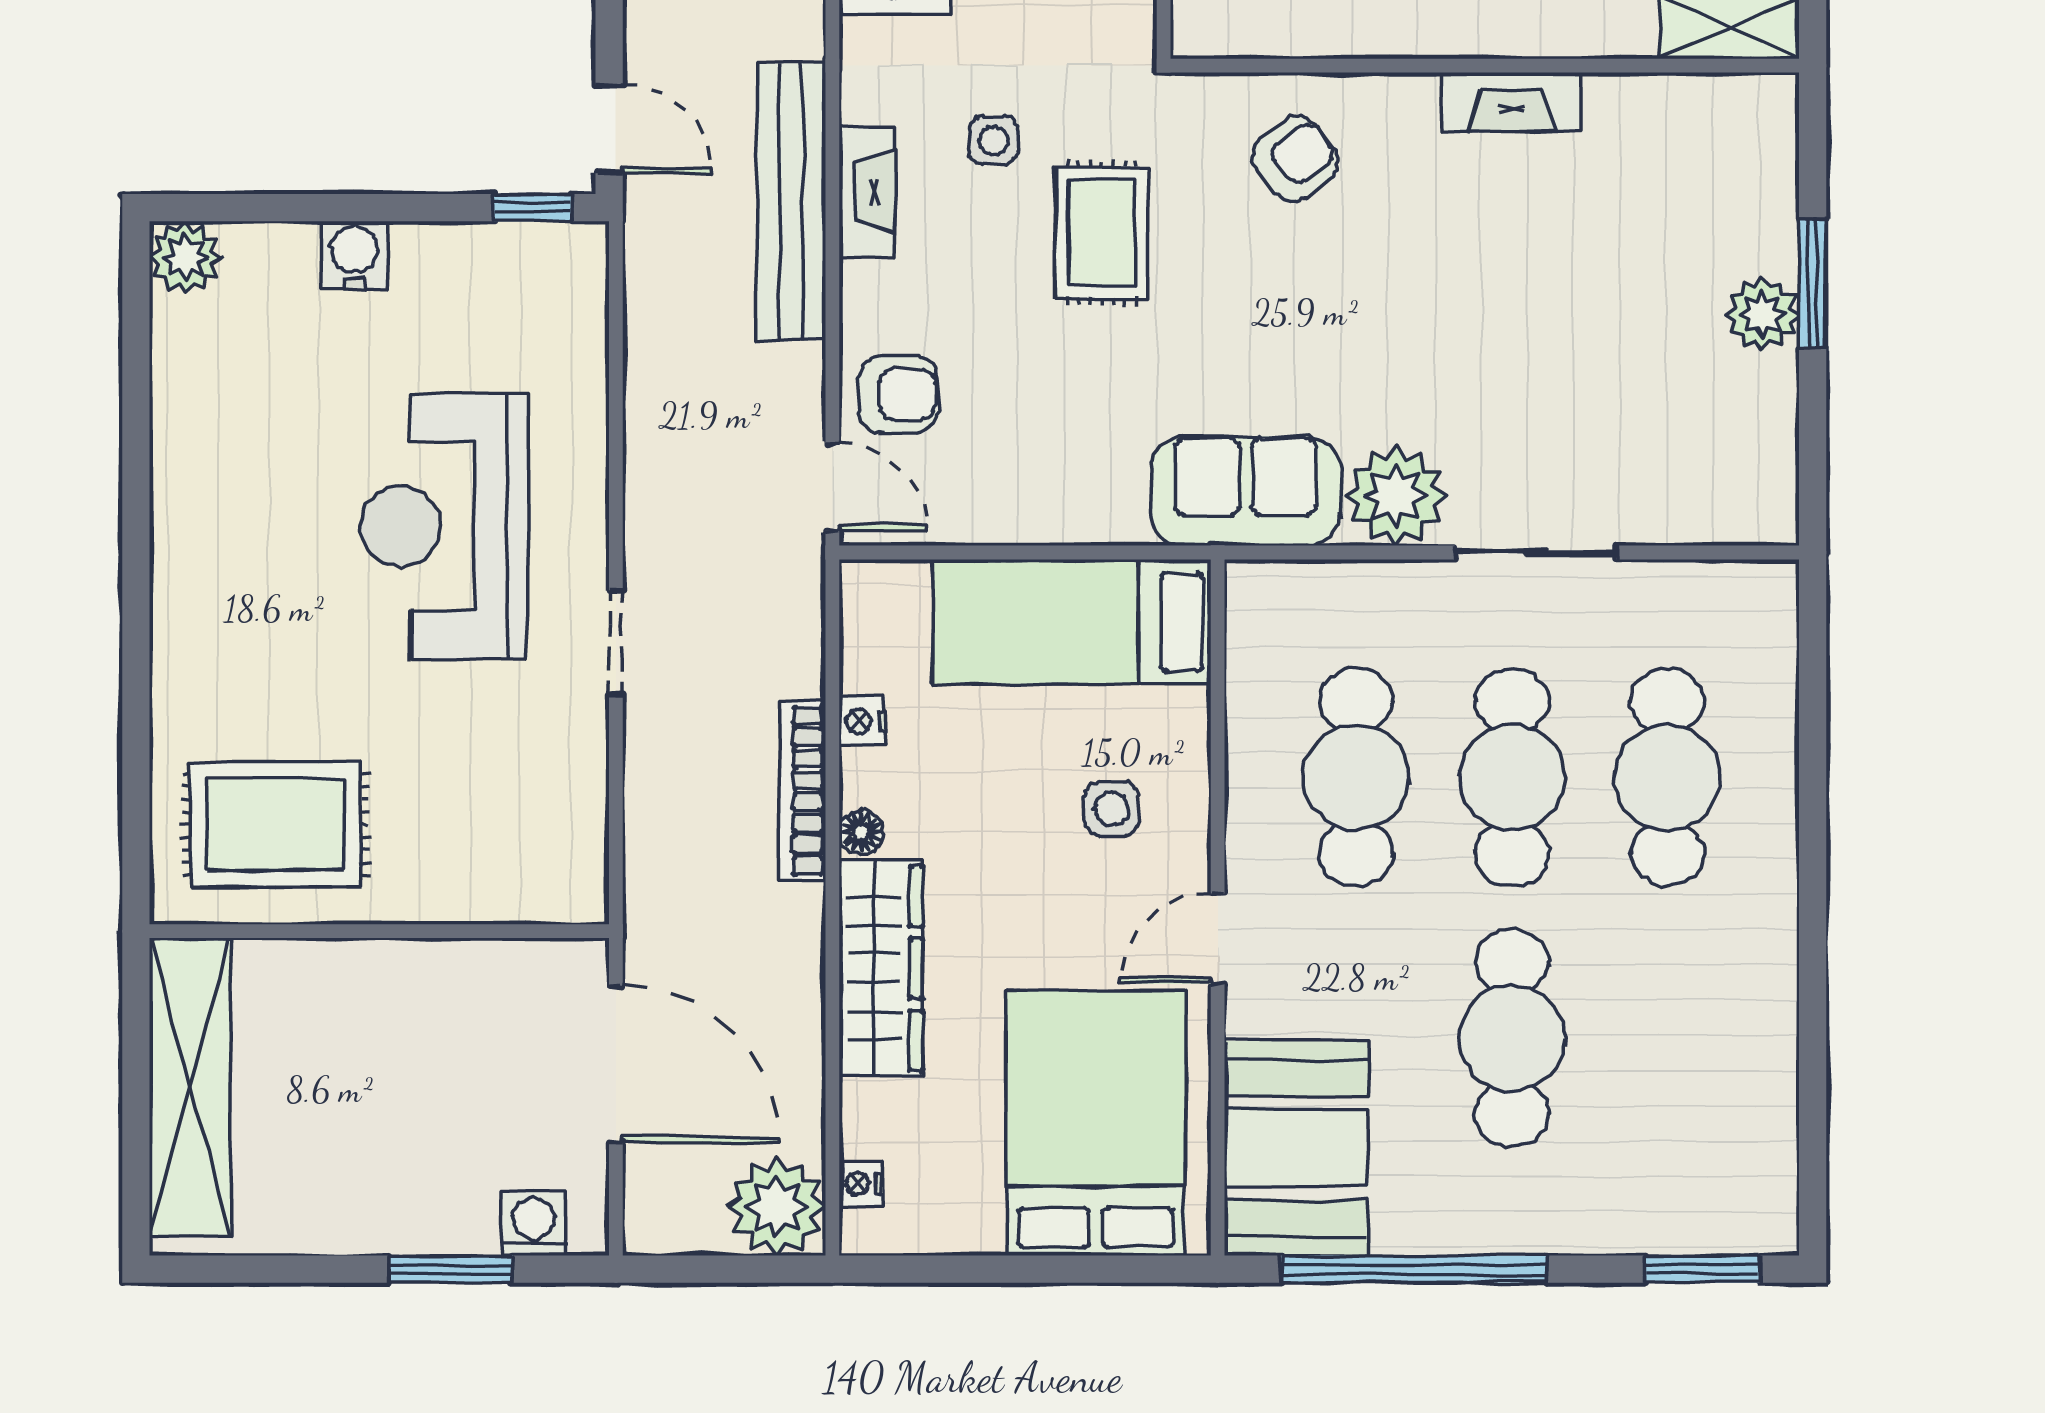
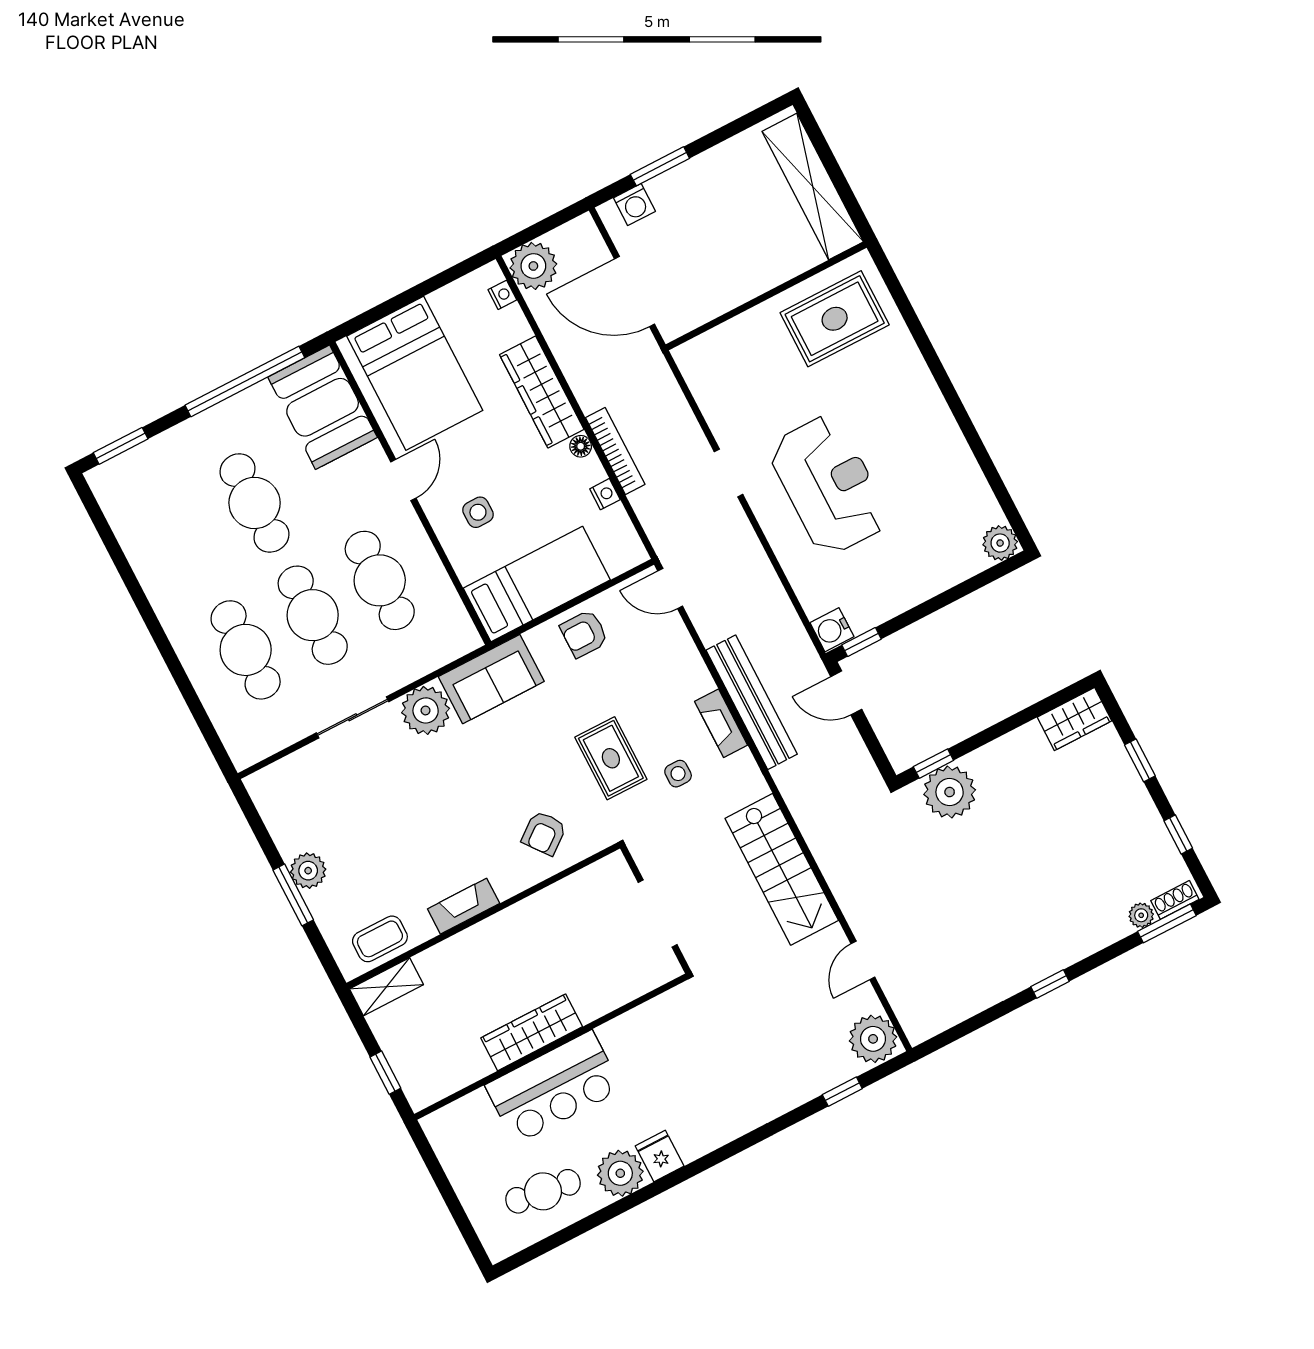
coffee table: (1696, 121) -> (380, 939), added
water cooler: (354, 255) -> (832, 630), moved, turned 90
armchair: (898, 394) -> (584, 634), moved

